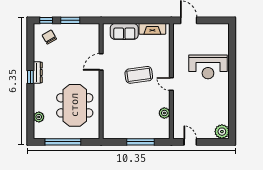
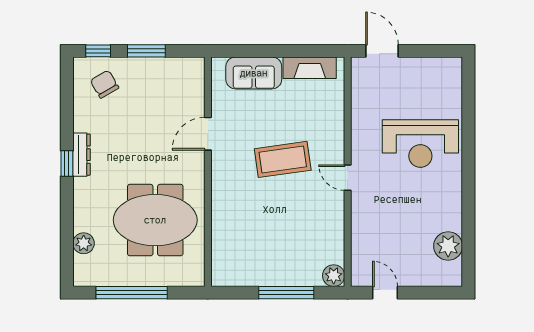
meeting table: (75, 105) -> (155, 220), turned 90
plant: (164, 113) -> (334, 276), moved
plant: (222, 132) -> (448, 246), moved

